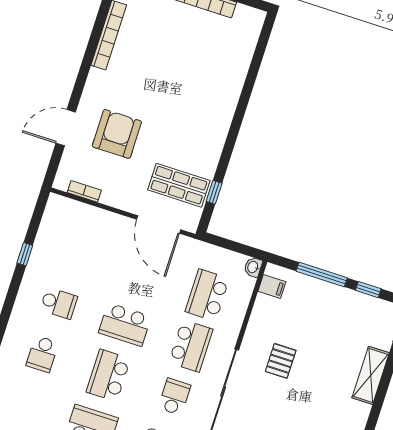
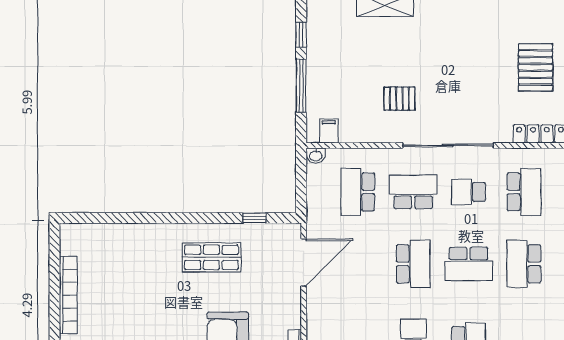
shop shelf: (179, 185) -> (211, 257), moved, turned 90
school desk: (207, 295) -> (358, 192), turned 90

